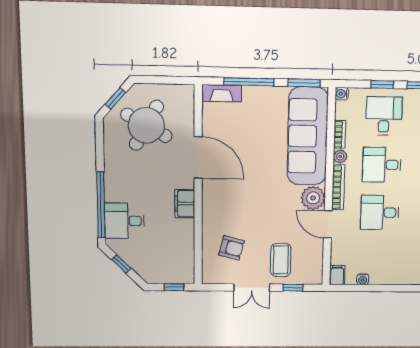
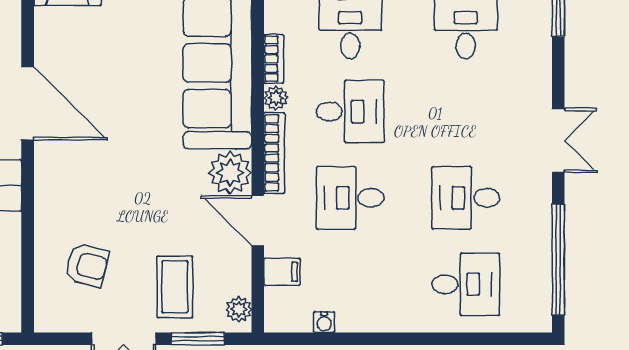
desk: (382, 165) -> (350, 111), turned 180
plant: (316, 272) -> (239, 309), added
filing cabinet: (337, 275) -> (282, 272), moved, turned 90
window: (293, 288) -> (198, 339), width x1.50

